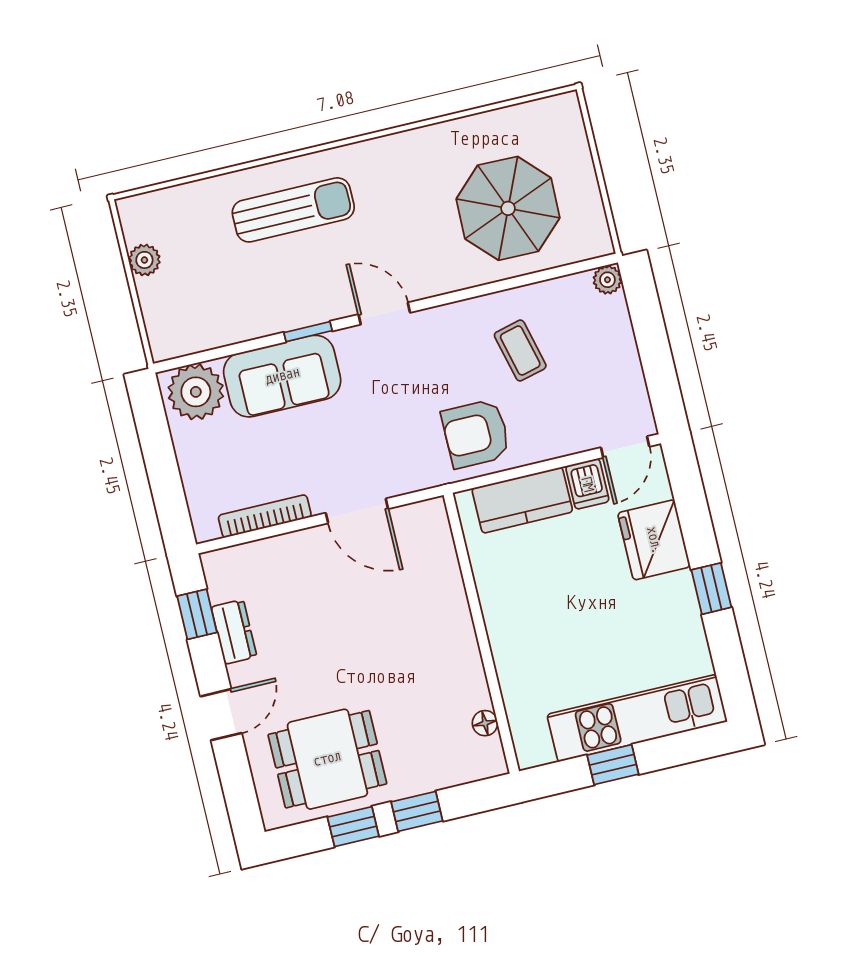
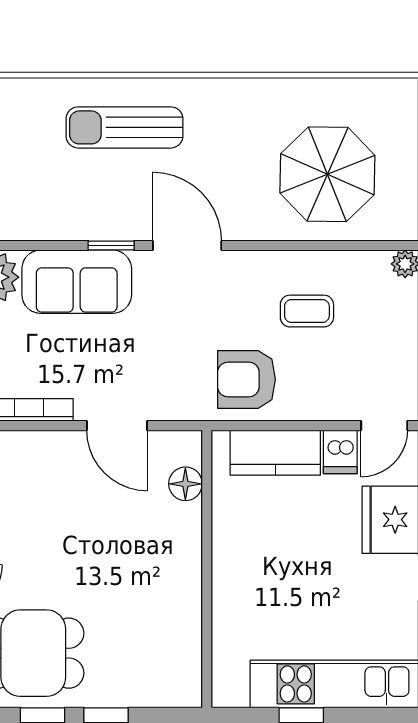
sun lounger: (293, 210) -> (124, 127), turned 180
door: (384, 313) -> (187, 246), width x1.38
coffee table: (520, 351) -> (307, 311), turned -76
floor lamp: (485, 723) -> (185, 484), moved, width x1.37, depth x1.37

